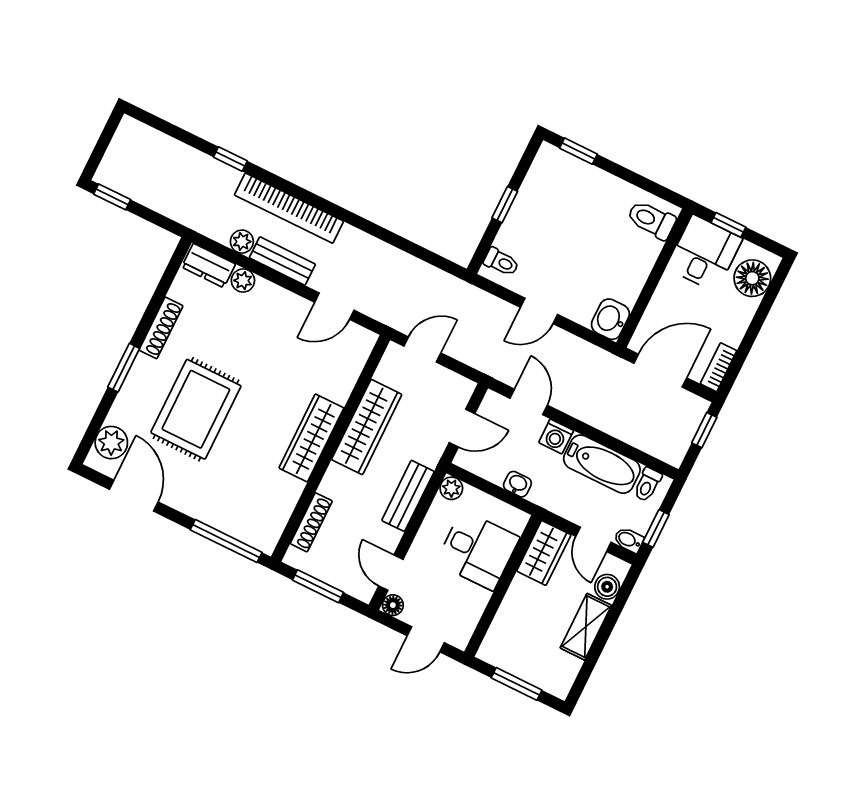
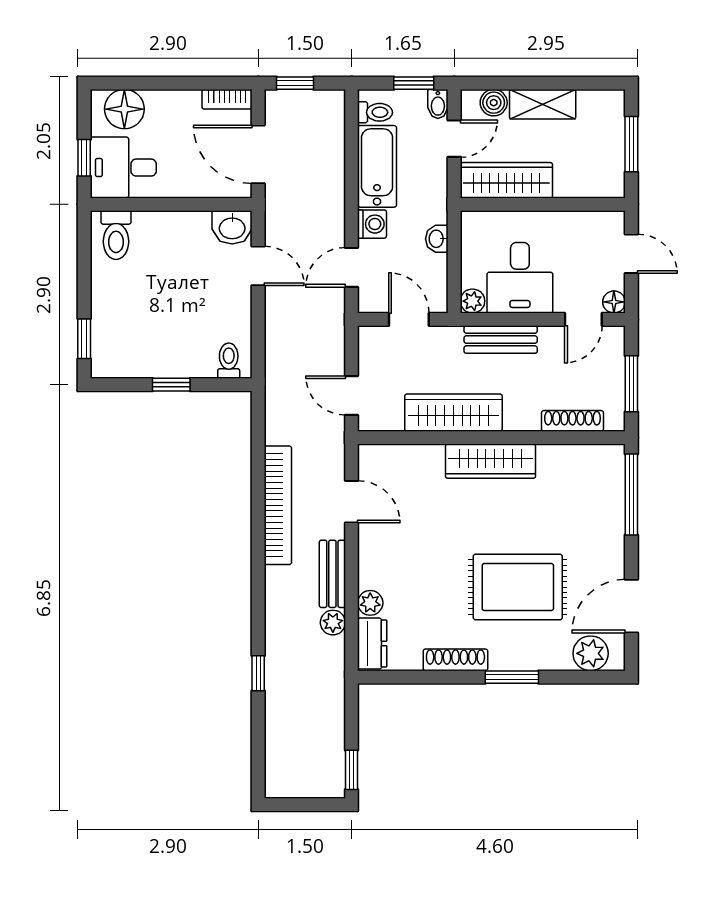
bookcase: (289, 208) -> (278, 505), moved
door: (539, 311) -> (258, 266), moved
desk: (478, 550) -> (520, 278), moved, turned 180
wardrobe: (544, 553) -> (506, 180), width x1.50

